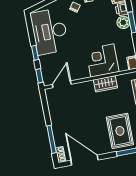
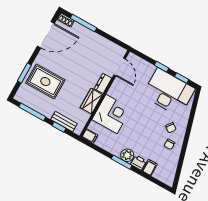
window: (39, 76) -> (182, 78), moved
dresser: (85, 86) -> (103, 83), added

